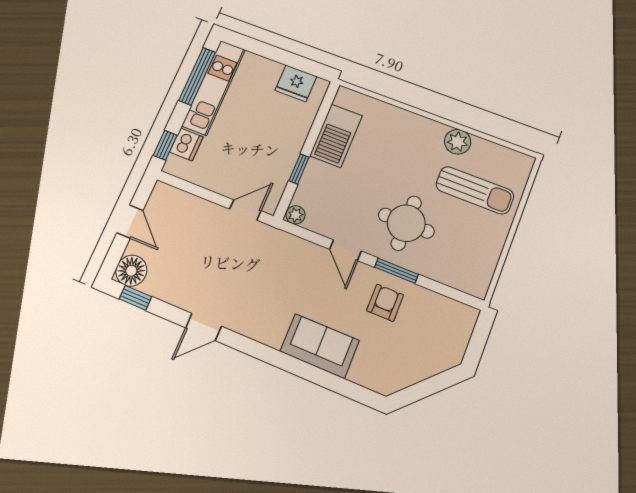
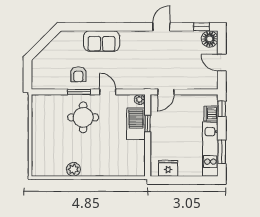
window: (197, 76) -> (222, 152), width x0.69
barbecue: (336, 136) -> (136, 124), moved
sun lounger: (475, 190) -> (56, 148), removed

